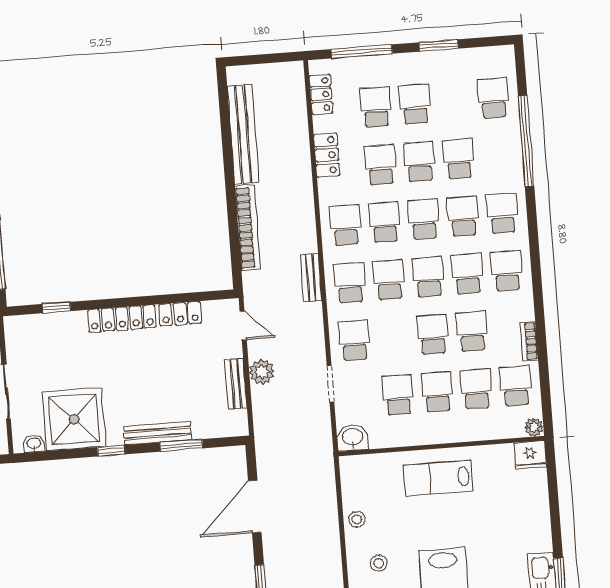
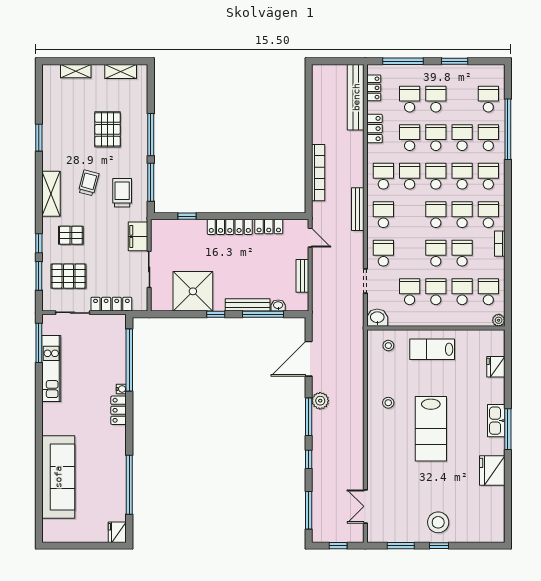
bench: (243, 134) -> (356, 97), moved
bench: (311, 277) -> (358, 209), width x1.36
school desk: (389, 280) -> (488, 138), moved
bookcase: (529, 341) -> (500, 244), moved
plant: (262, 372) -> (320, 401), moved
washbasin: (34, 444) -> (278, 305), moved
window: (181, 445) -> (263, 314), width x1.44
fridge: (530, 455) -> (496, 367), moved, turned 90
stool: (357, 519) -> (388, 346), moved

